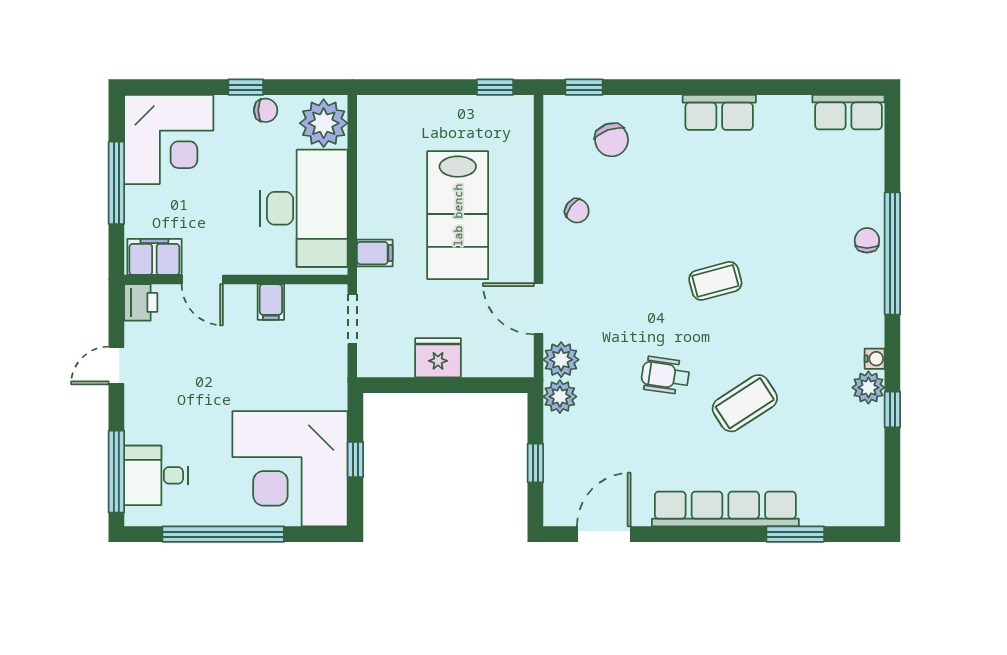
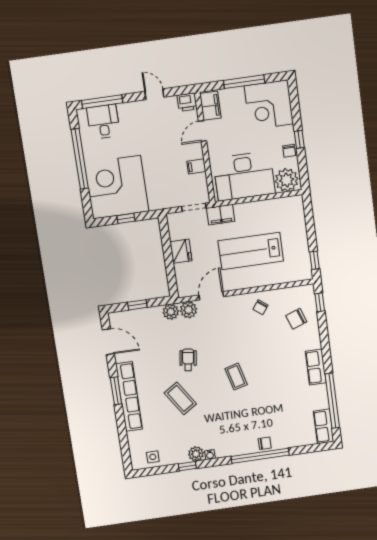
window: (796, 87) -> (332, 401), added
filing cabinet: (375, 253) -> (221, 215), width x2.00
side table: (862, 479) -> (153, 457), added
window: (795, 534) -> (116, 391), moved

